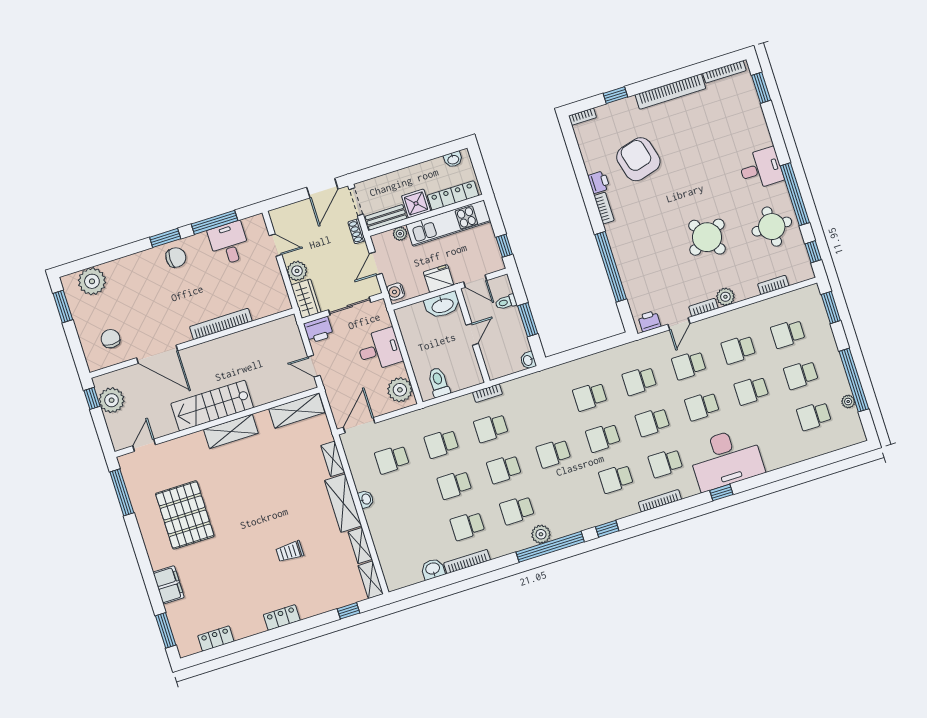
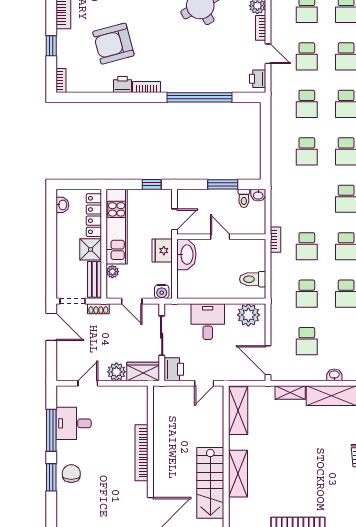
toilet: (506, 302) -> (244, 198), moved

